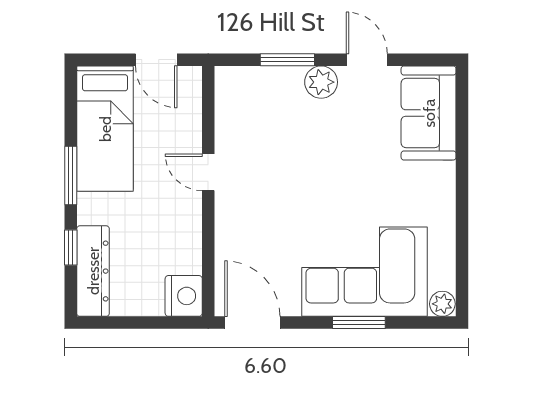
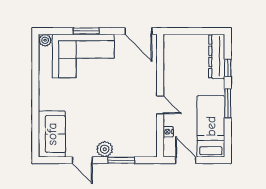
nightstand: (184, 296) -> (168, 132), moved, width x0.53, depth x0.56

